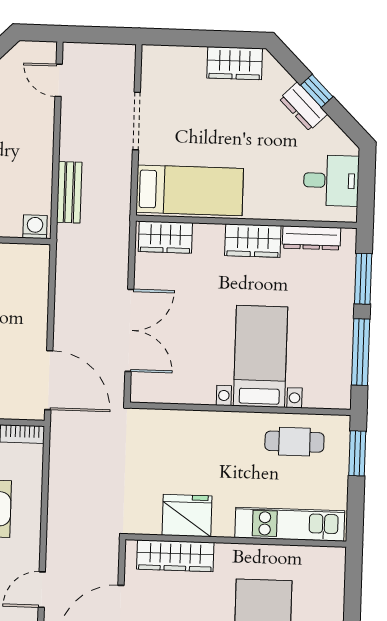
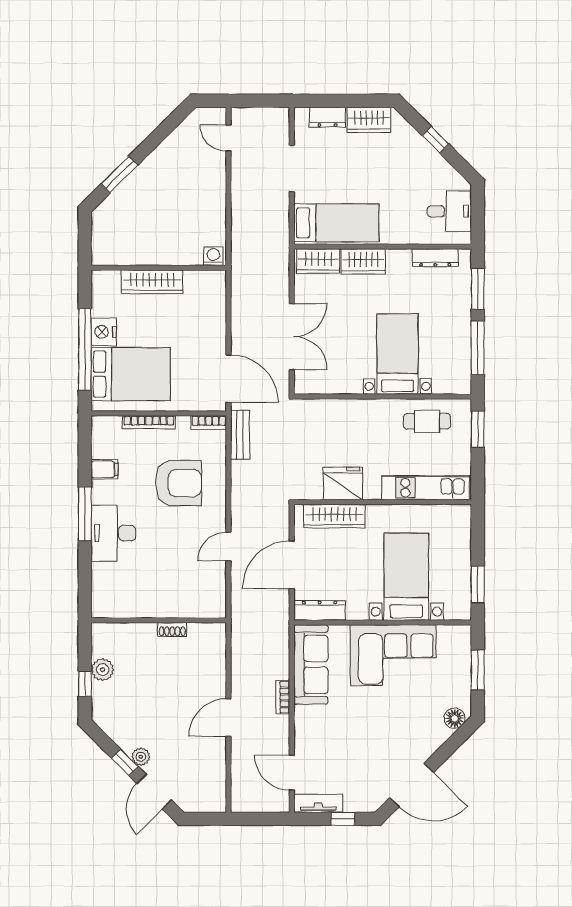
dresser: (303, 106) -> (328, 117), moved, turned -45
bench: (69, 192) -> (240, 435), moved
wardrobe: (253, 241) -> (363, 261), moved

